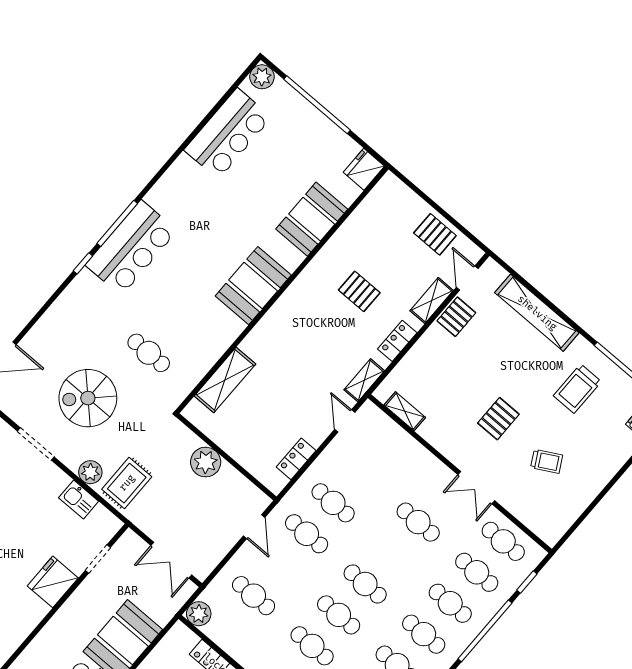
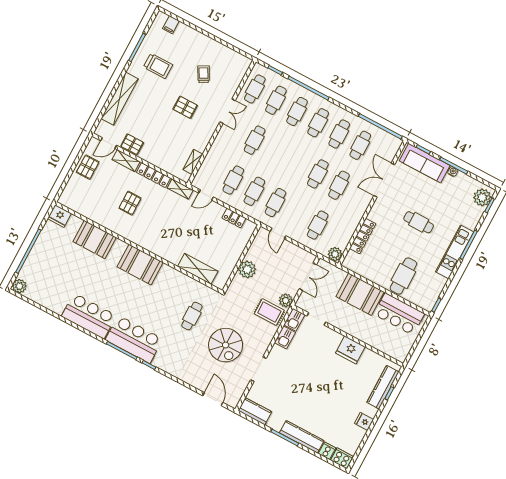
bar counter: (228, 134) -> (89, 316), moved
locker: (397, 341) -> (153, 175), width x1.53
plant: (90, 472) -> (286, 300), moved
kitchen sink: (105, 522) -> (294, 320), added
door: (254, 527) -> (278, 233), swing flipped
fridge: (53, 582) -> (350, 350), moved
cafe table: (365, 584) -> (233, 180), moved

